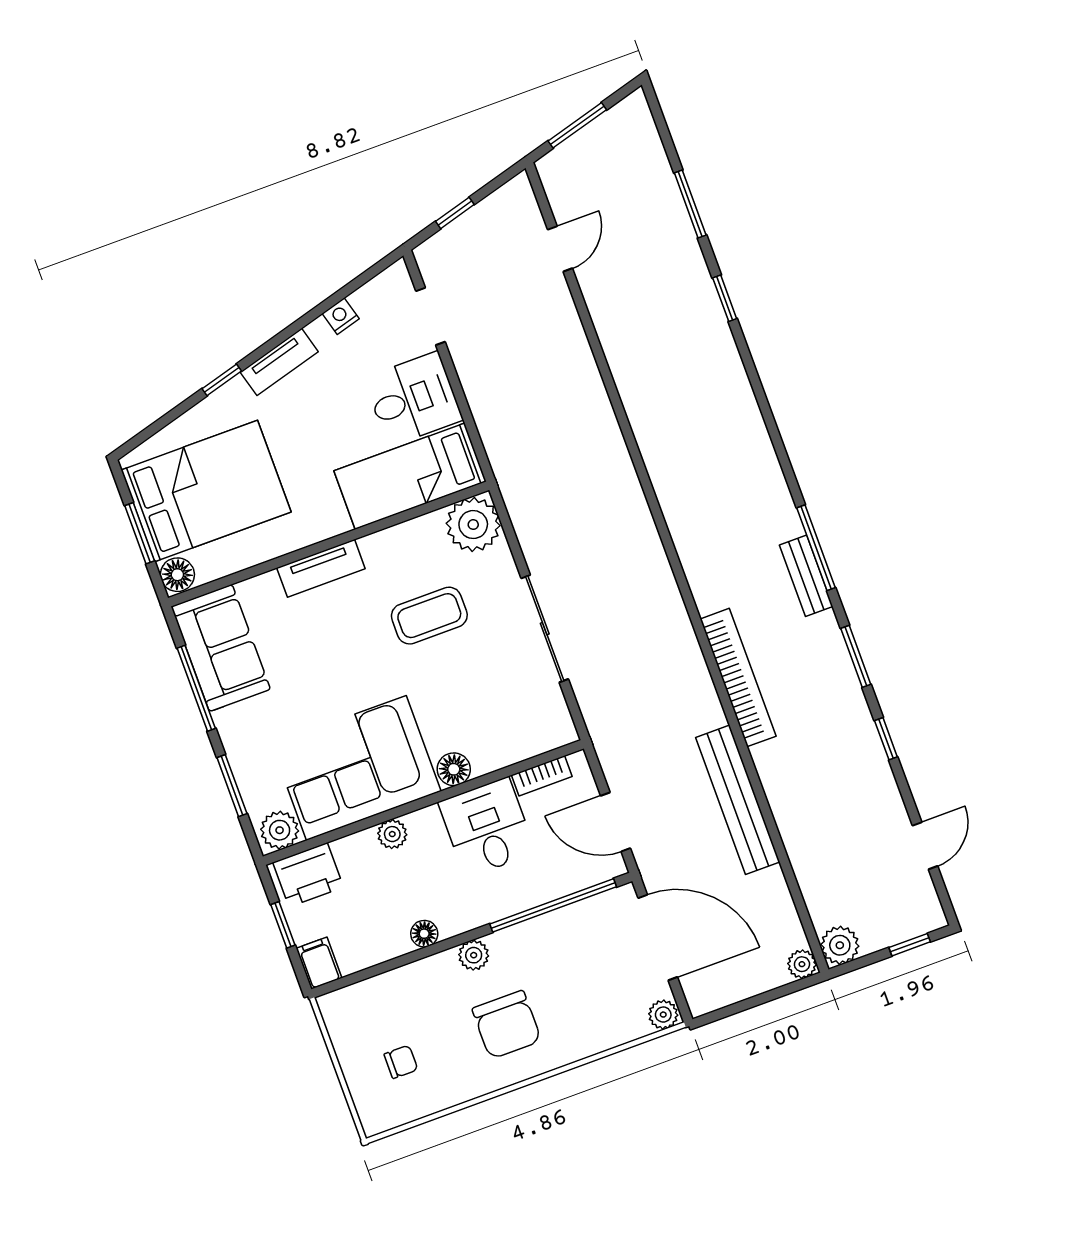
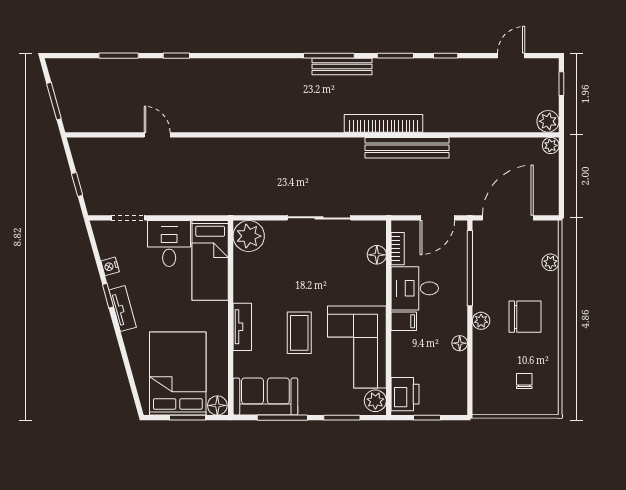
door: (560, 249) -> (157, 135), moved
window: (222, 380) -> (108, 296), moved
bench: (806, 576) -> (342, 67), width x1.36
coffee table: (429, 616) -> (299, 333), moved
floor lamp: (454, 769) -> (377, 255), moved
bench: (738, 800) -> (407, 148), moved
plant: (392, 834) -> (400, 341), removed
door: (925, 846) -> (511, 56), hinge flipped
filing cabinet: (319, 963) -> (404, 321), moved, turned 180
plant: (663, 1015) -> (550, 262), moved

